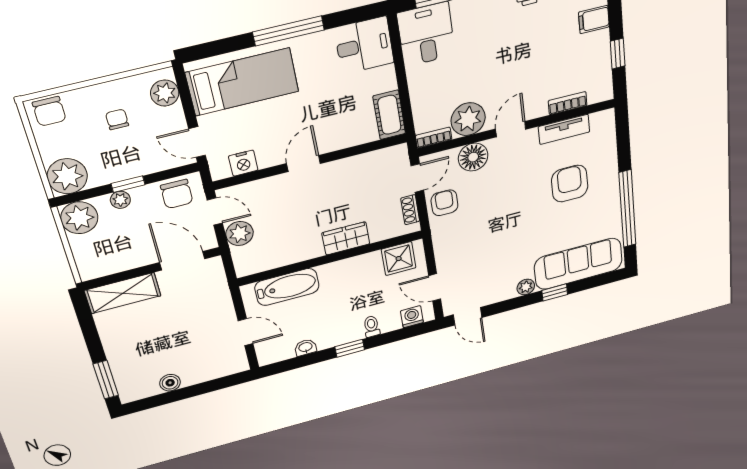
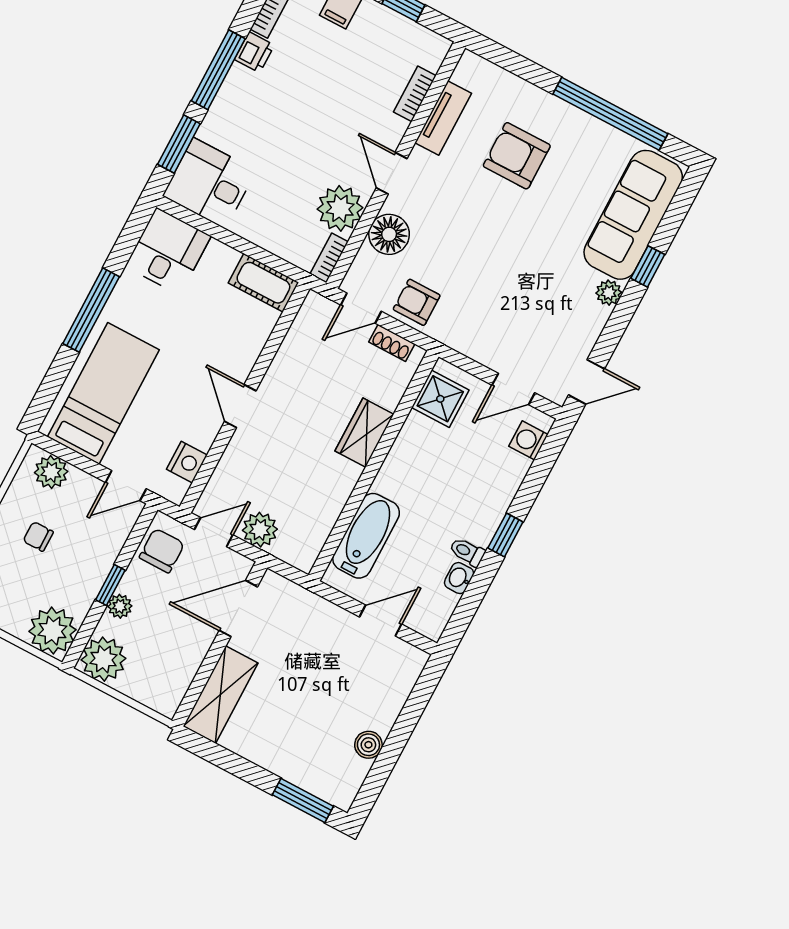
door: (417, 178) -> (361, 308), swing flipped
chair: (177, 194) -> (162, 551), turned -90
toilet: (372, 326) -> (467, 552), moved

